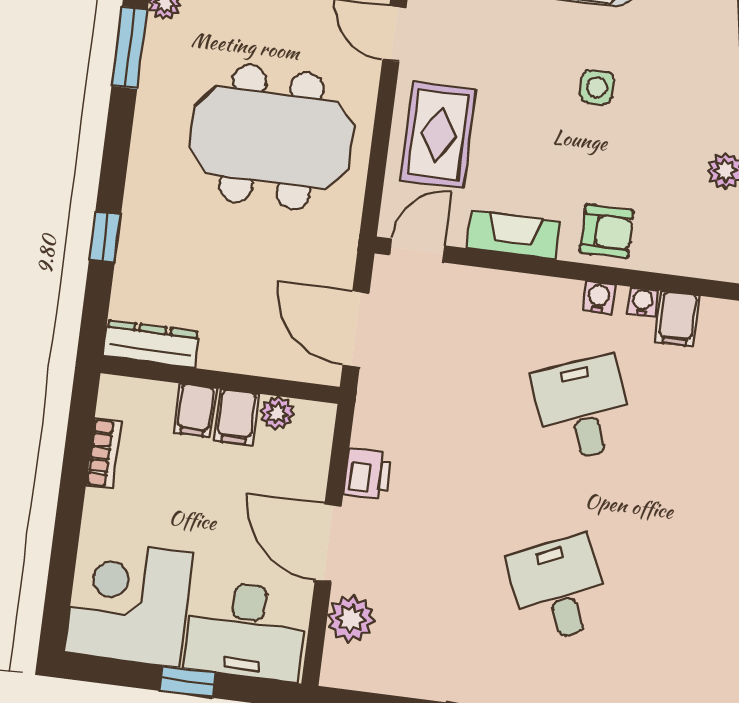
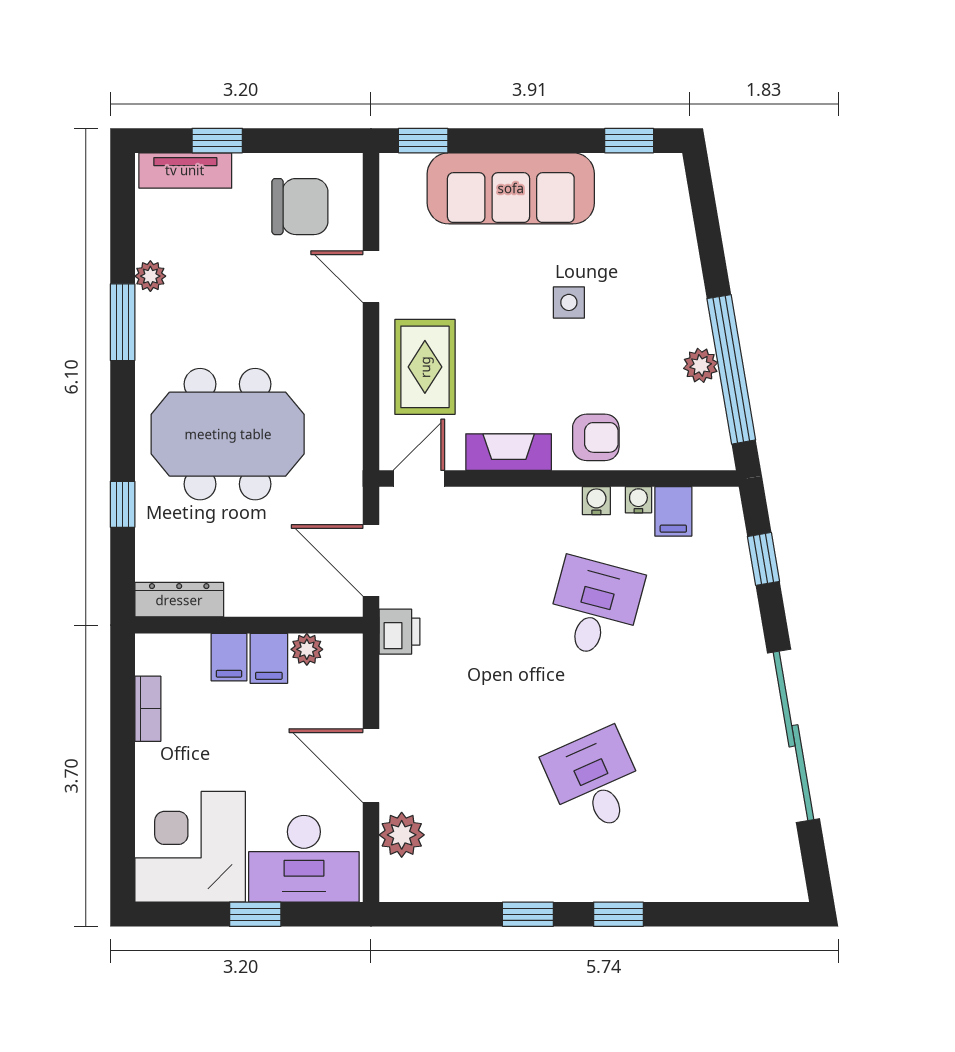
meeting table: (271, 137) -> (228, 434), moved
desk: (583, 408) -> (595, 608), turned 36
printer: (367, 474) -> (400, 632), moved

